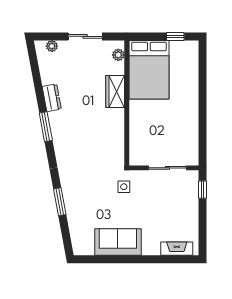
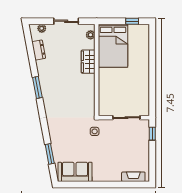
dresser: (52, 98) -> (39, 50), moved
window: (60, 202) -> (50, 154), moved
sofa: (118, 242) -> (75, 172), moved

